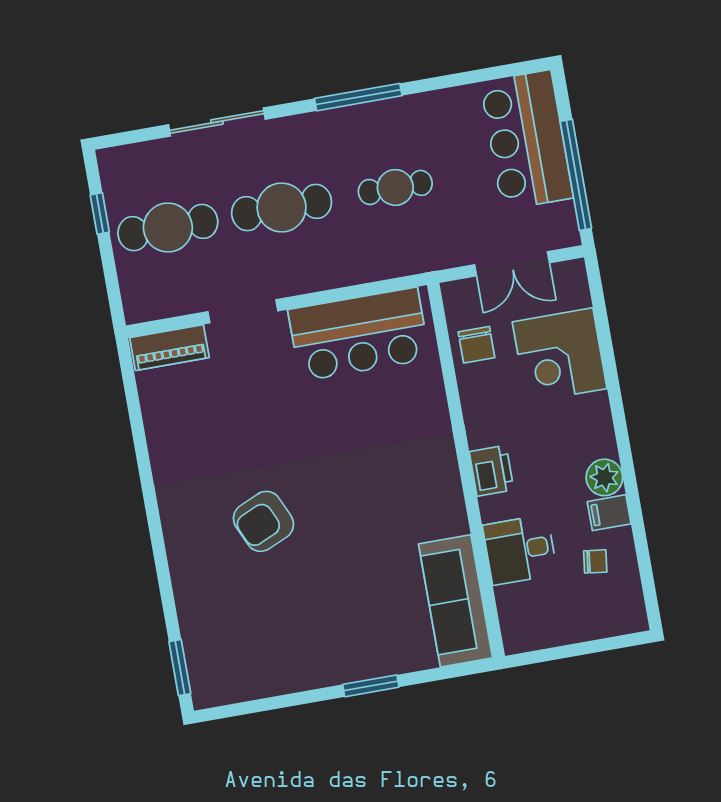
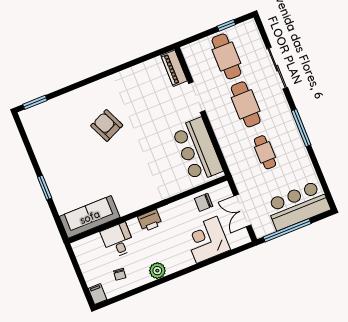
filing cabinet: (609, 513) -> (97, 294), moved

